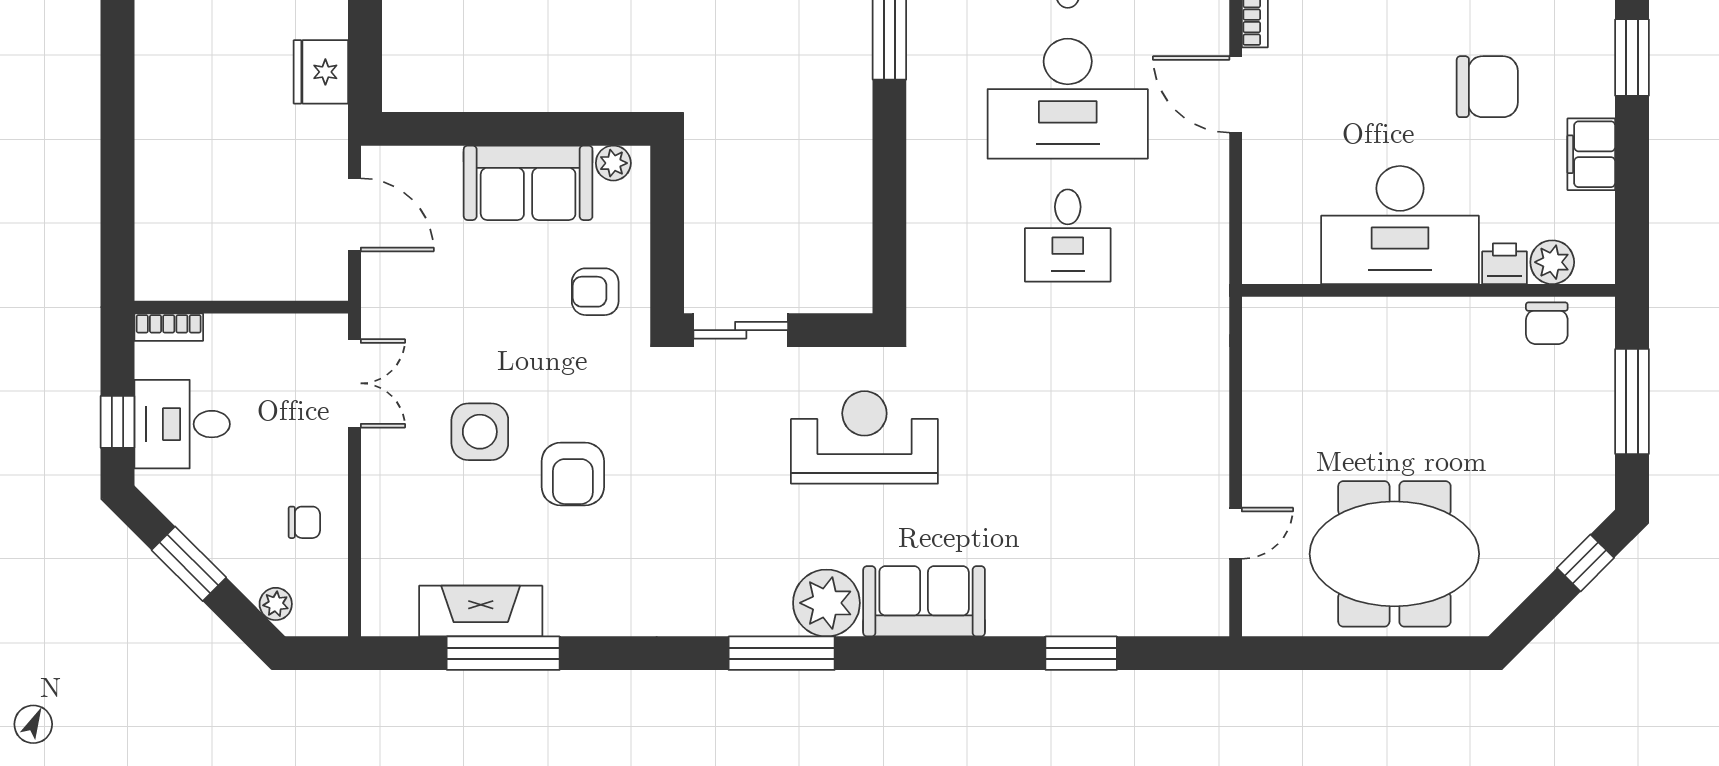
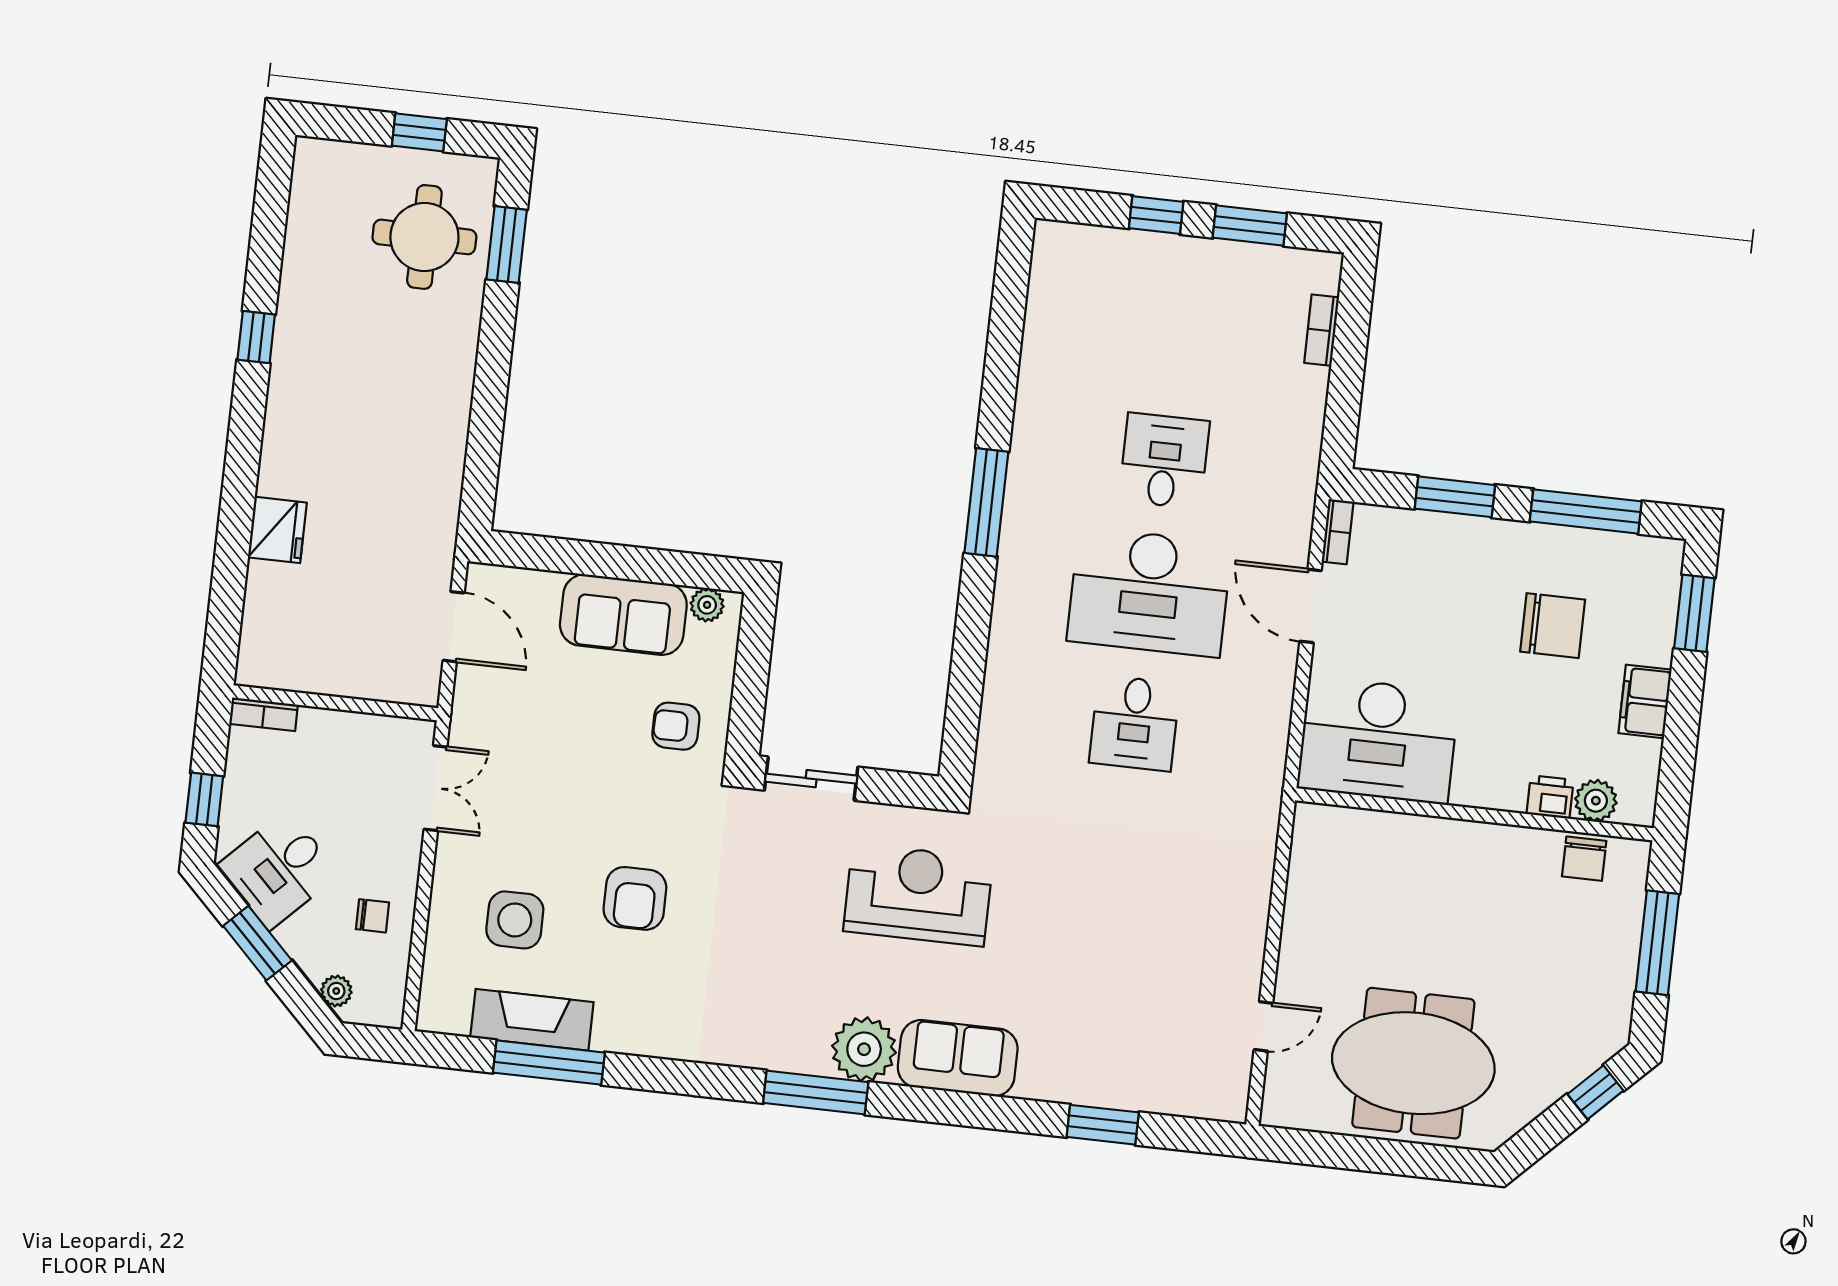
fridge: (321, 72) -> (277, 530), moved, turned 180
desk: (1400, 225) -> (1378, 740), moved
desk: (182, 424) -> (278, 870), moved, turned -45
side table: (480, 432) -> (515, 920), moved

